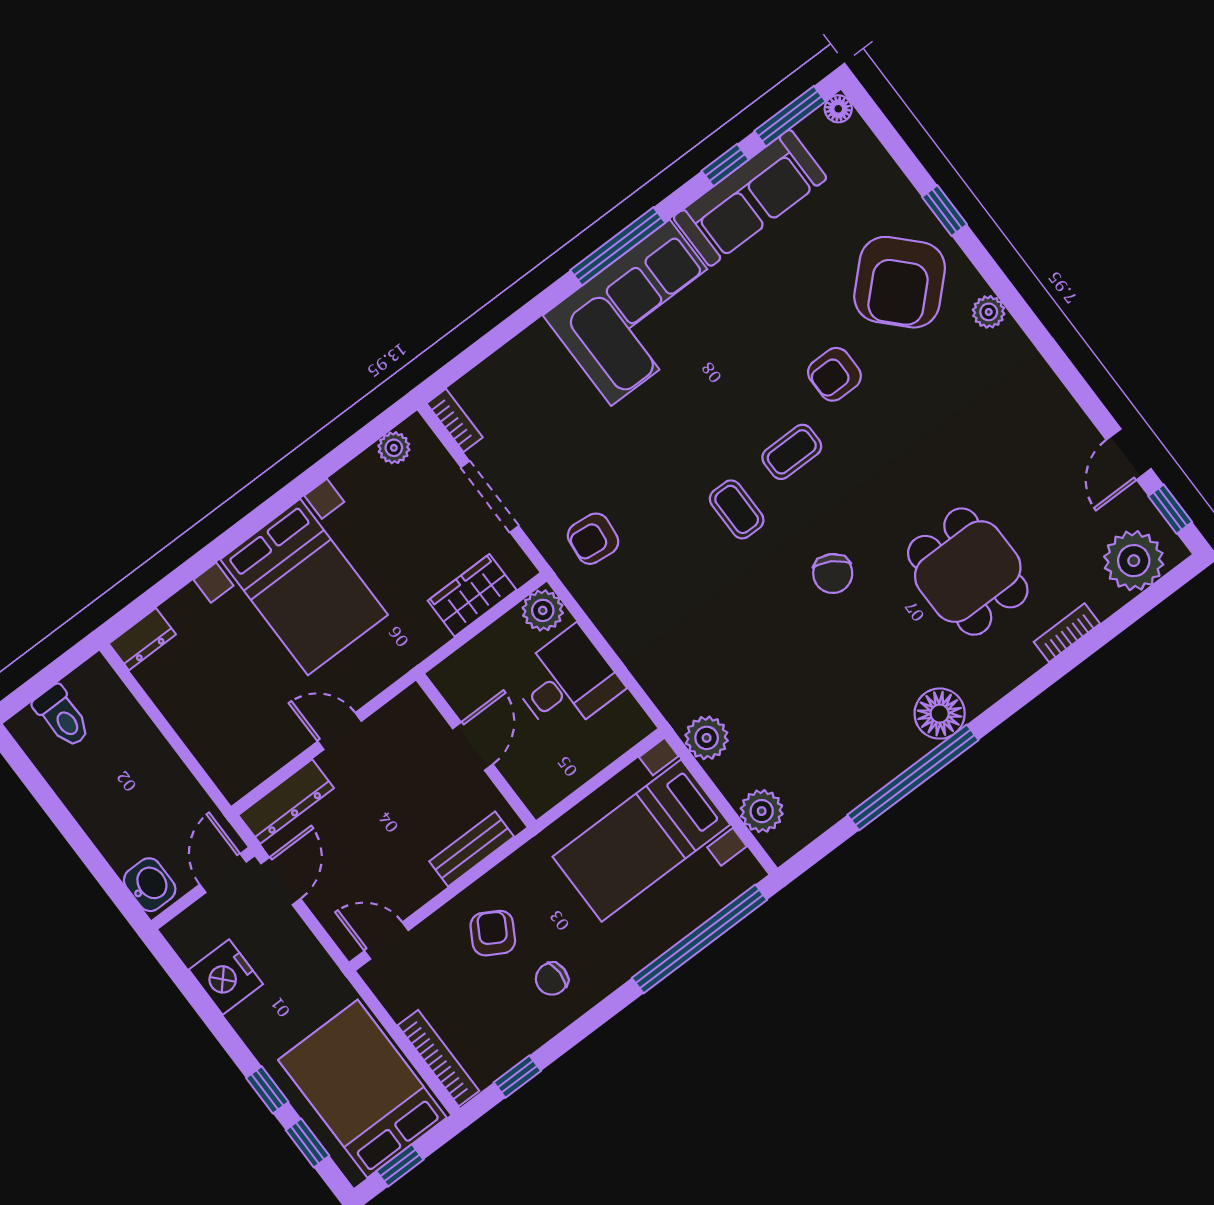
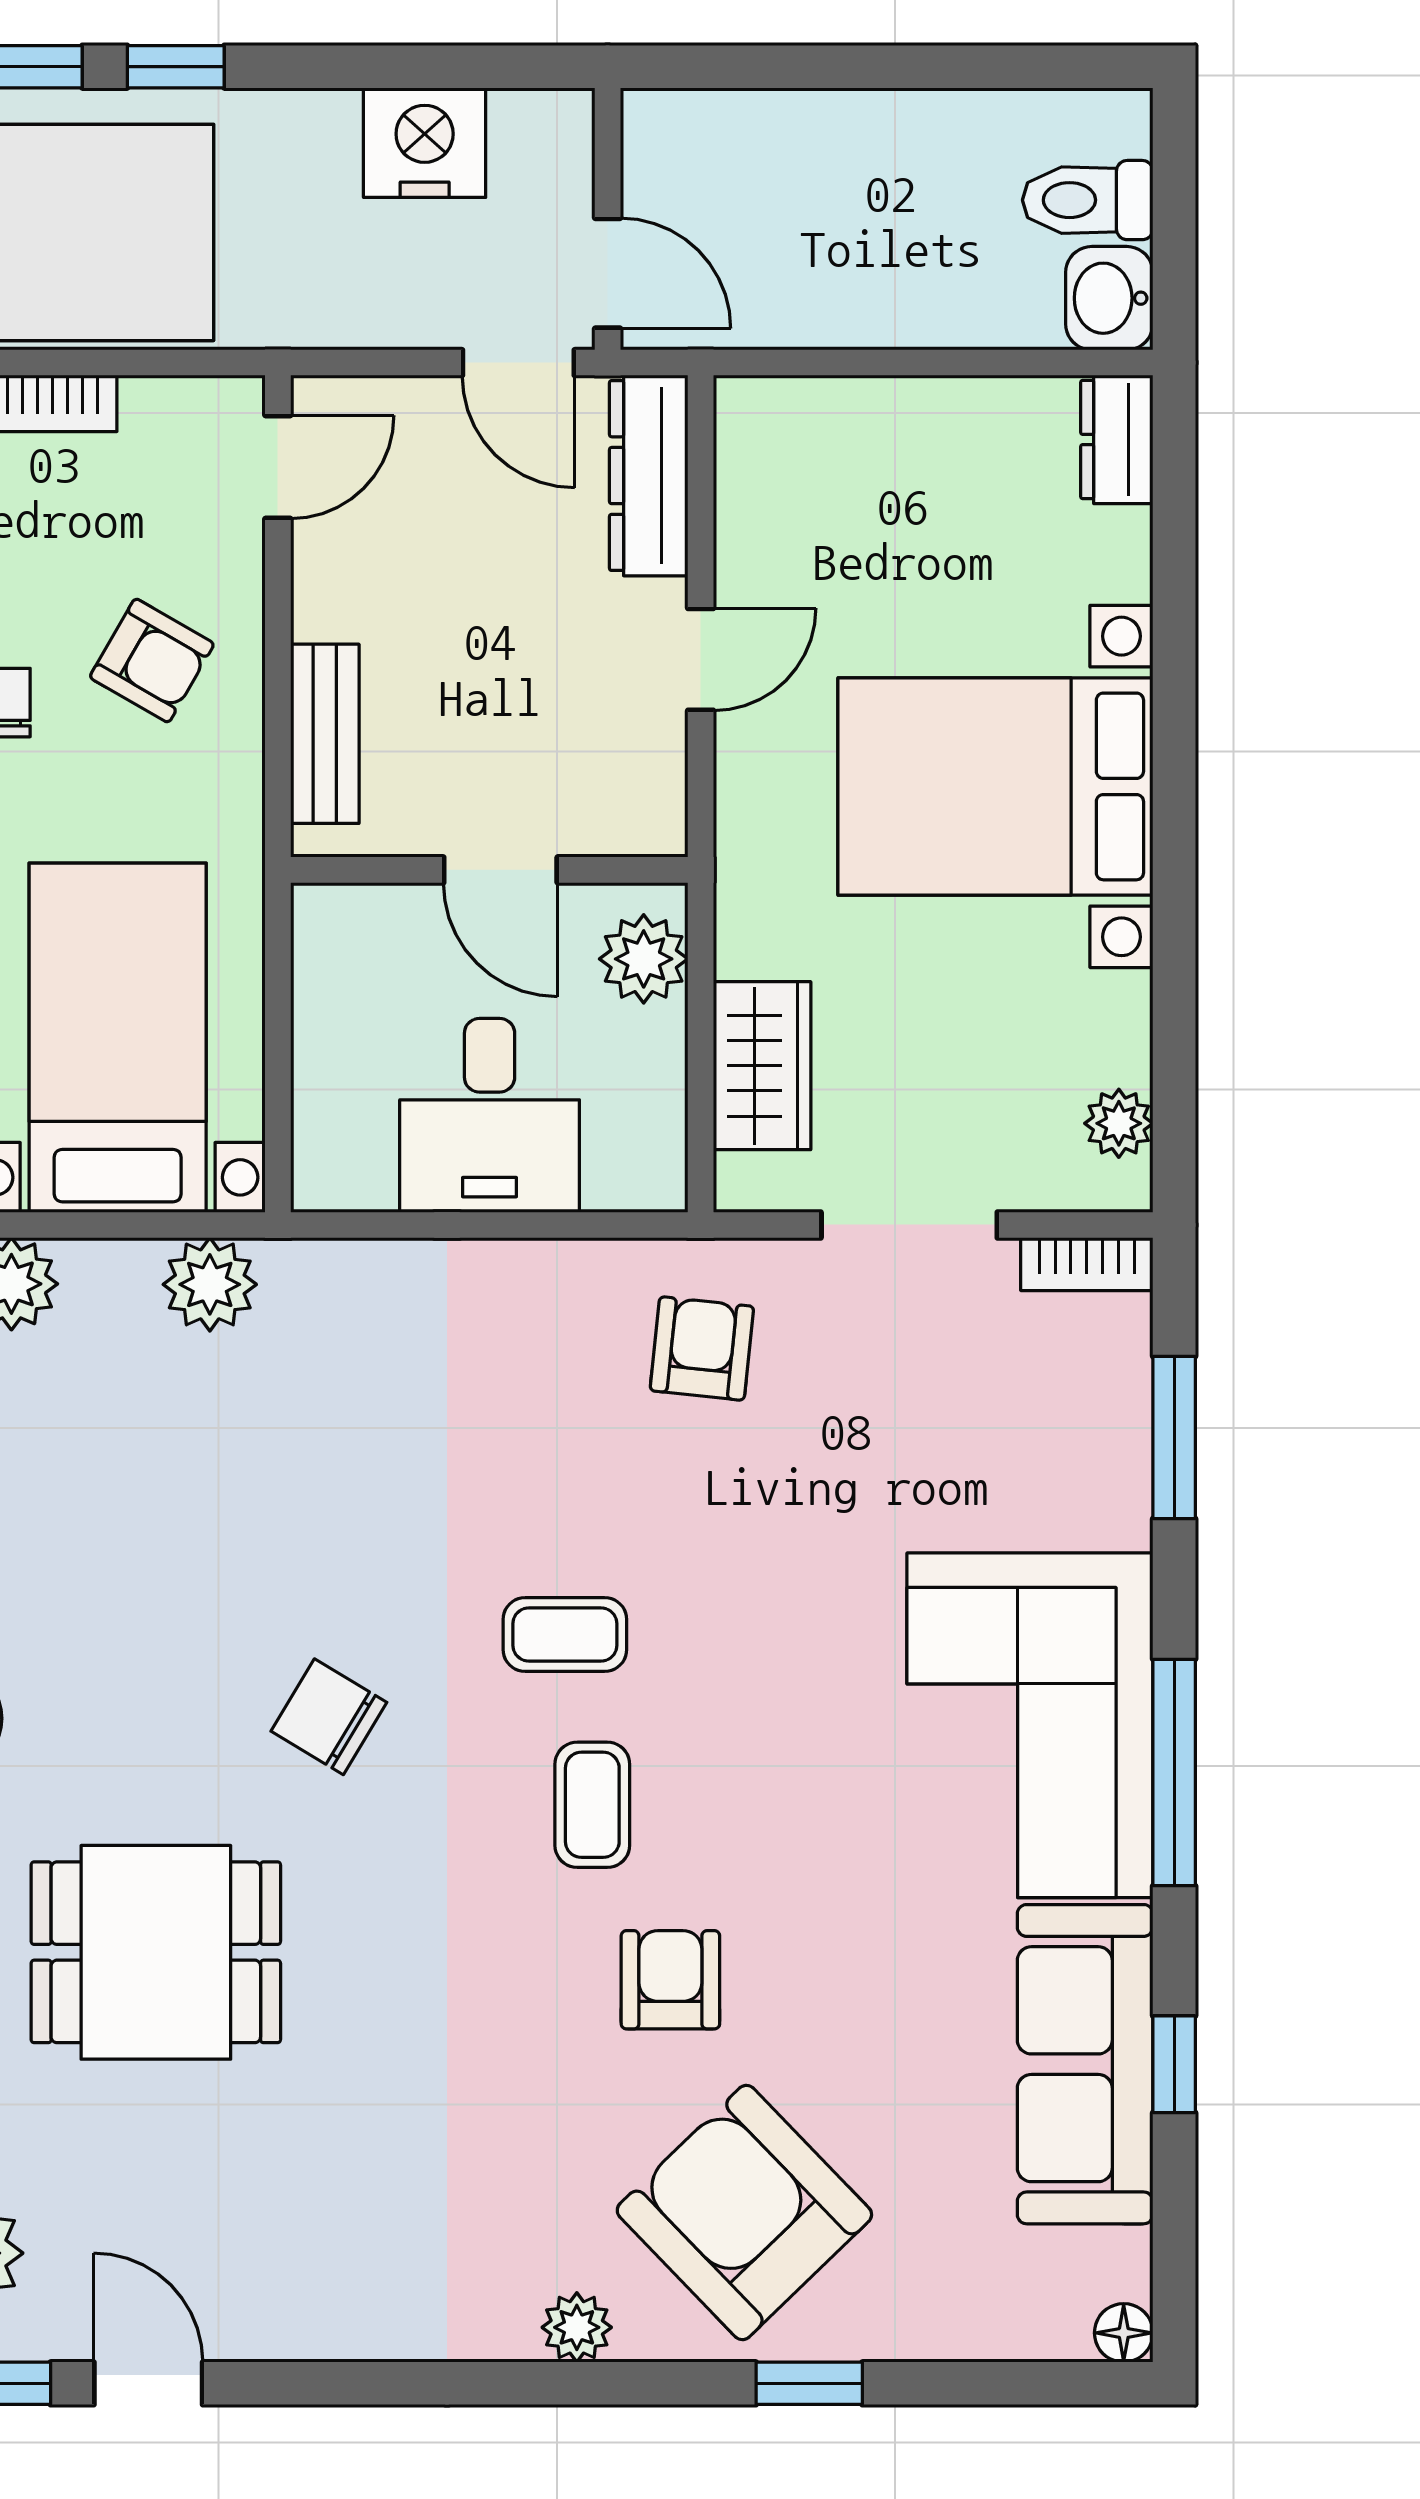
window: (790, 116) -> (1174, 1437), moved
plant: (543, 610) -> (644, 959), moved
washbasin: (150, 885) -> (1109, 298), moved, turned 90

